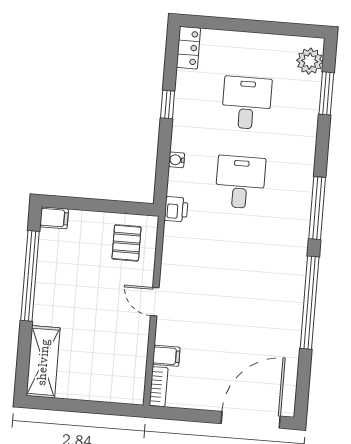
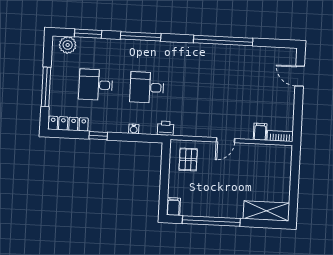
window: (246, 26) -> (46, 87), added
locker: (189, 48) -> (68, 124), width x1.53
window: (317, 208) -> (141, 36), moved
pallet: (127, 243) -> (188, 159), turned 90
door: (251, 420) -> (300, 76), width x0.53

